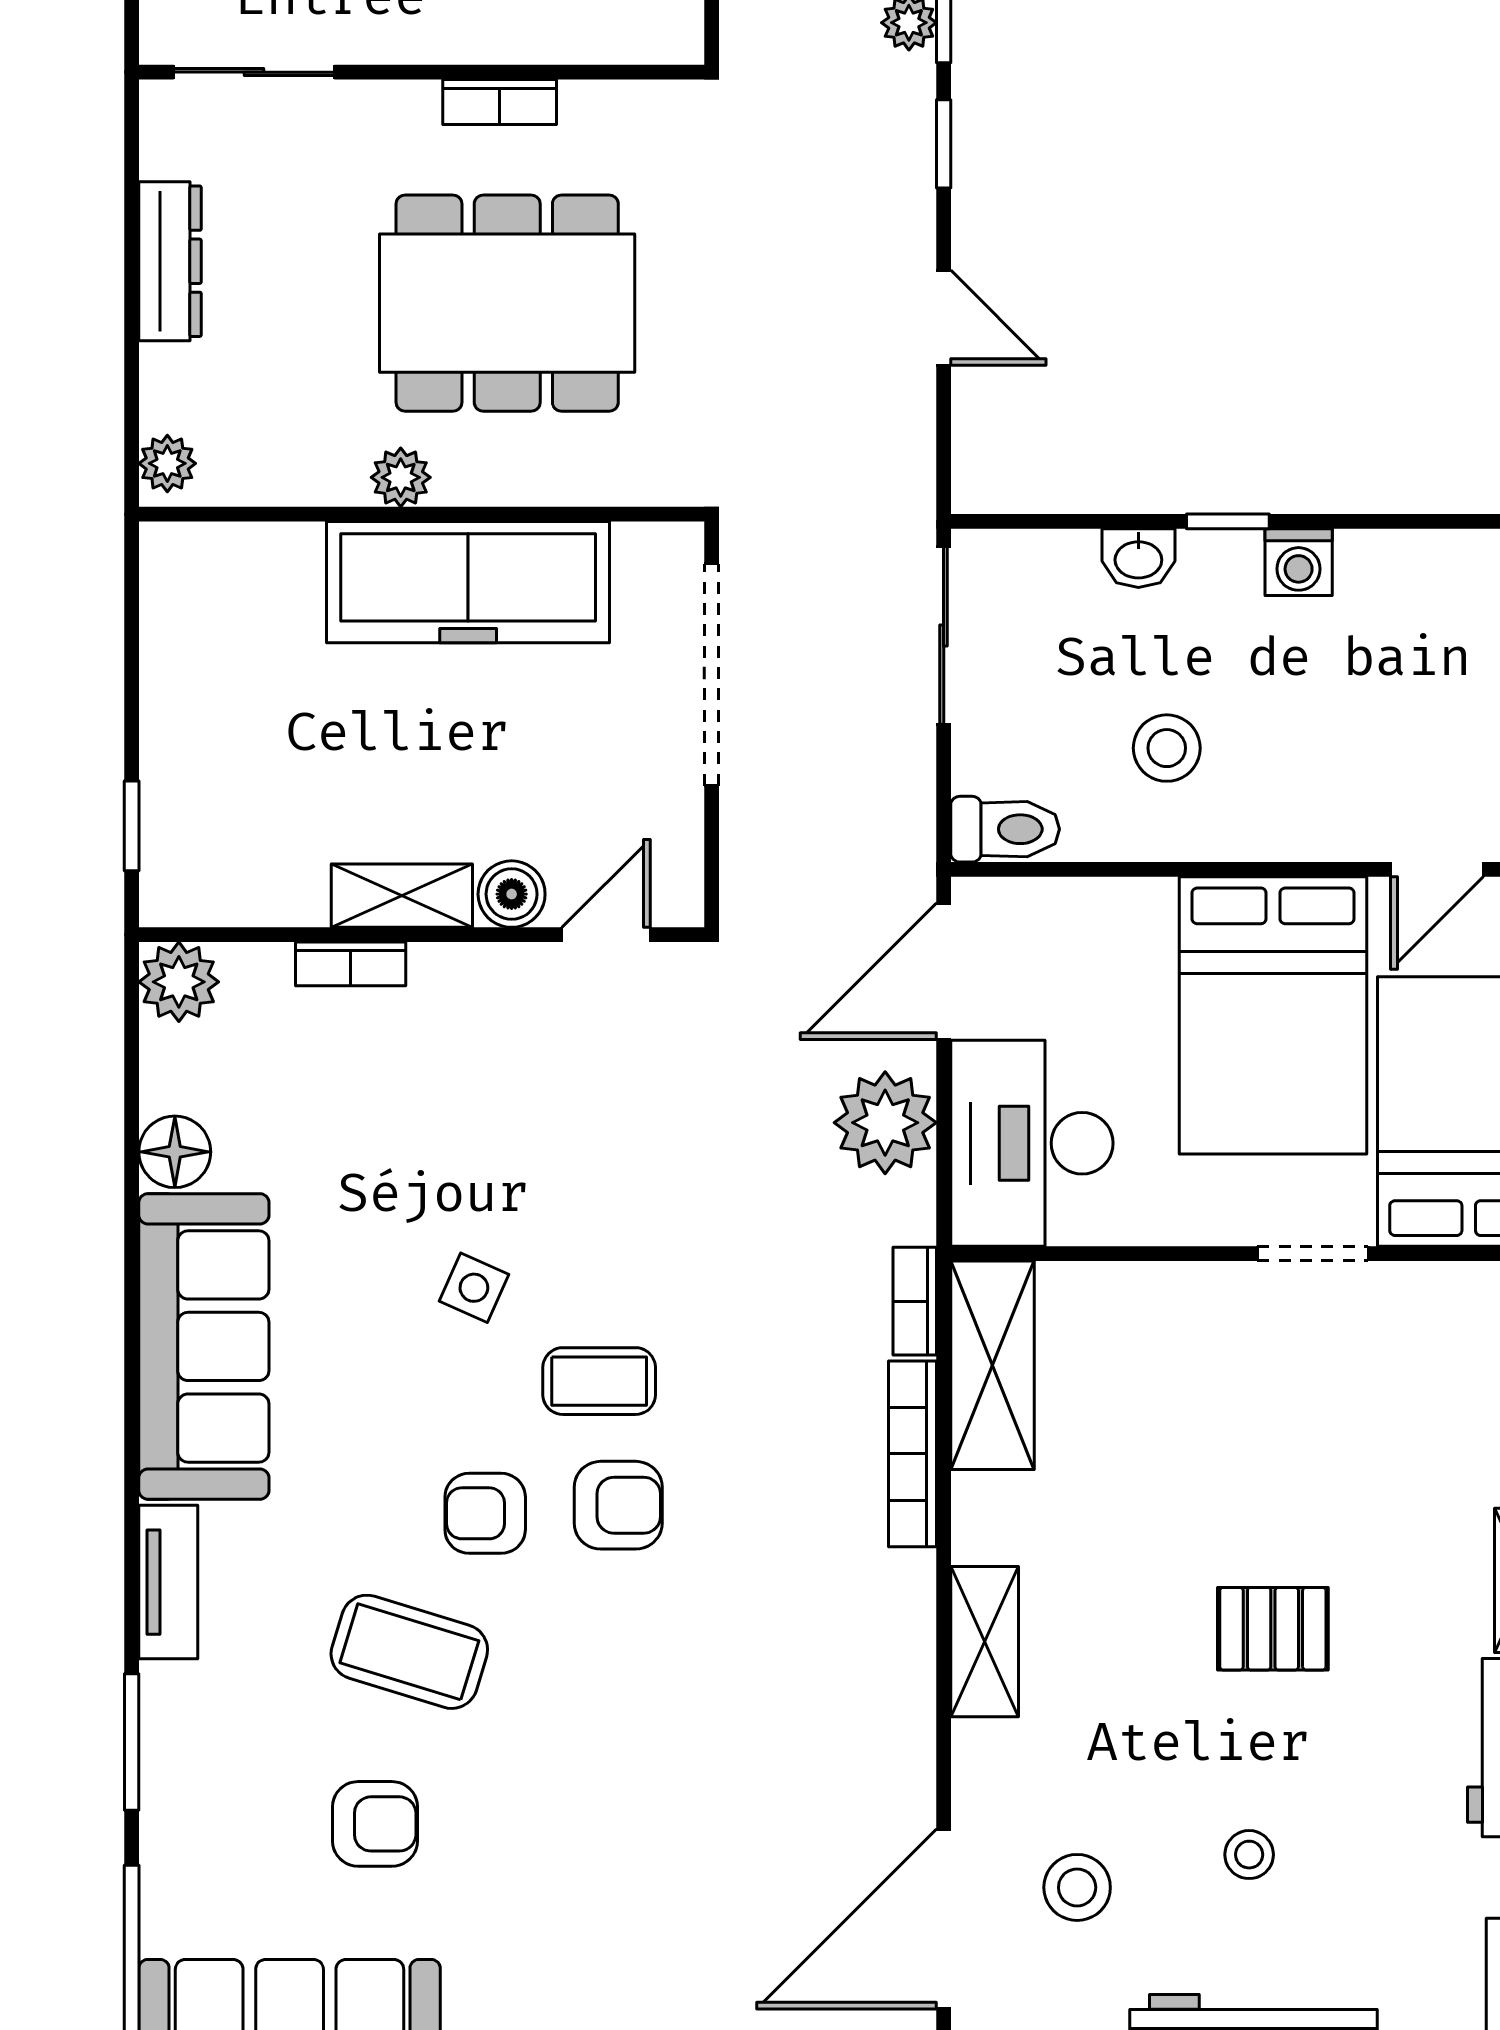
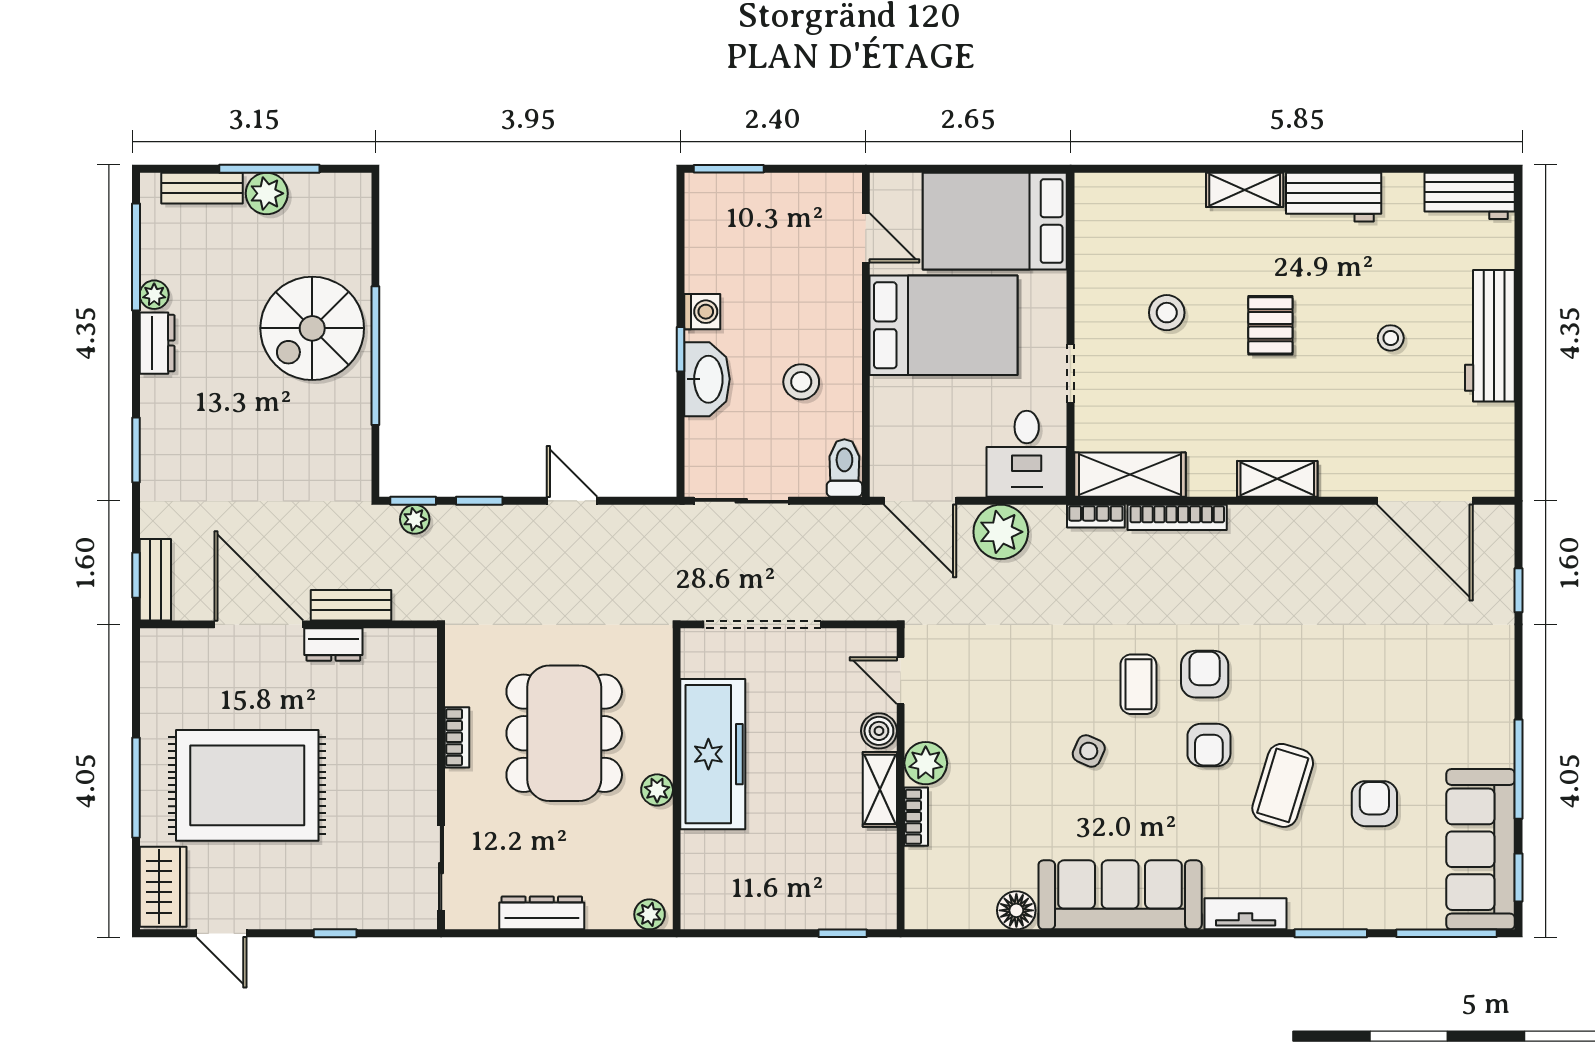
door: (944, 318) -> (572, 501), hinge flipped
washbasin: (1138, 558) -> (707, 379), width x1.91, depth x1.45
plant: (179, 982) -> (926, 763), moved
desk: (1032, 1143) -> (1027, 454), width x0.73
doorway: (1313, 1254) -> (1071, 374), moved
stool: (1077, 1887) -> (1167, 313), moved

